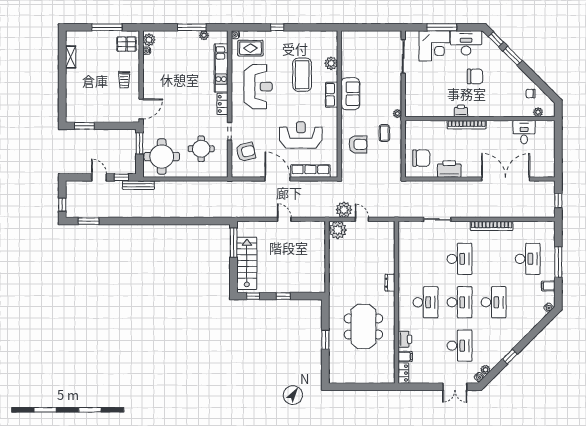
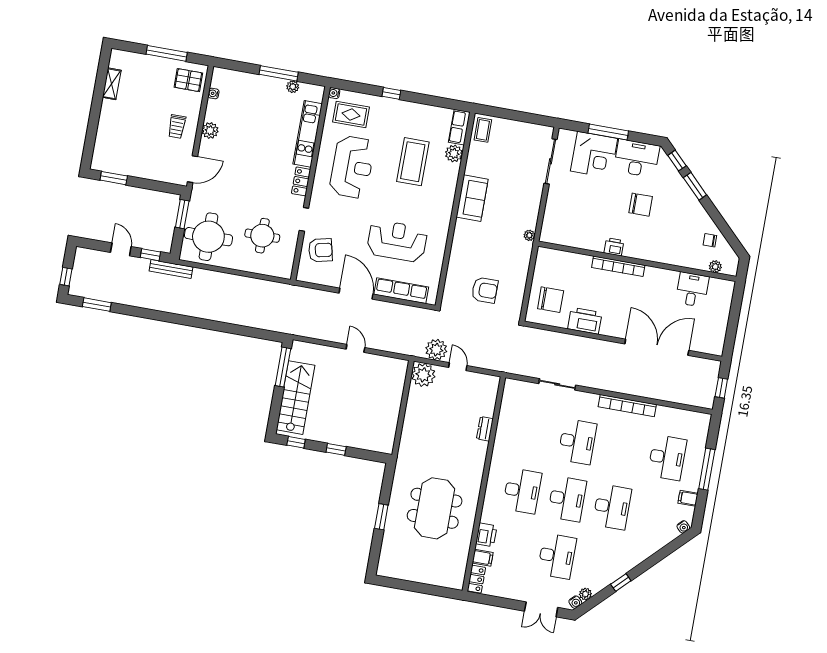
plant: (149, 40) -> (210, 130), moved
row of seats: (332, 95) -> (459, 127), moved
coffee table: (384, 133) -> (483, 130), moved
armchair: (358, 144) -> (485, 290), moved
dresser: (390, 283) -> (485, 429), moved

